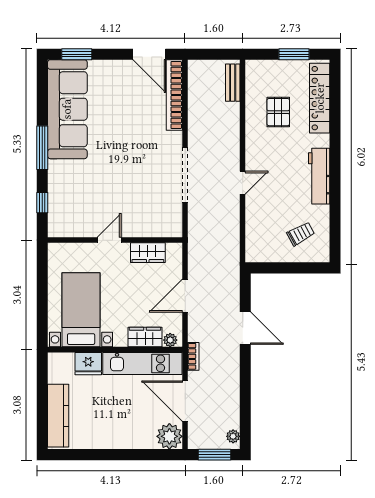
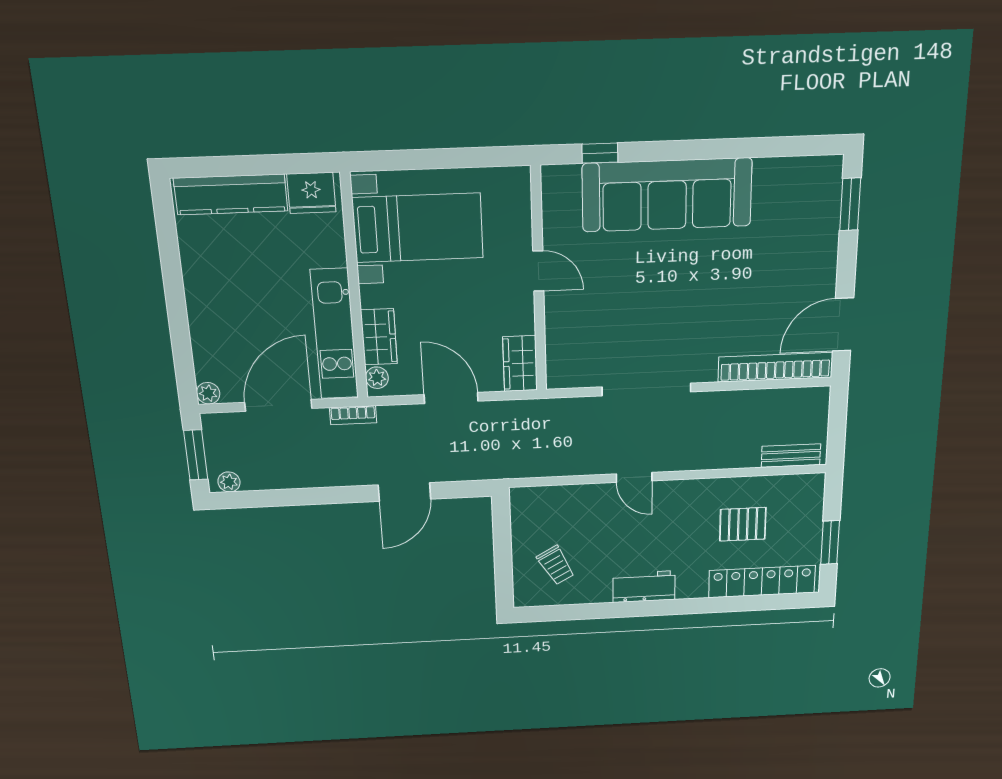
sofa: (67, 109) -> (667, 195), moved
window: (42, 148) -> (694, 150), removed
workbench: (319, 176) -> (644, 587), width x0.73
wardrobe: (148, 253) -> (520, 364), moved
fridge: (88, 364) -> (311, 193), moved, turned -90
plant: (169, 436) -> (208, 393), width x0.53, depth x0.53

